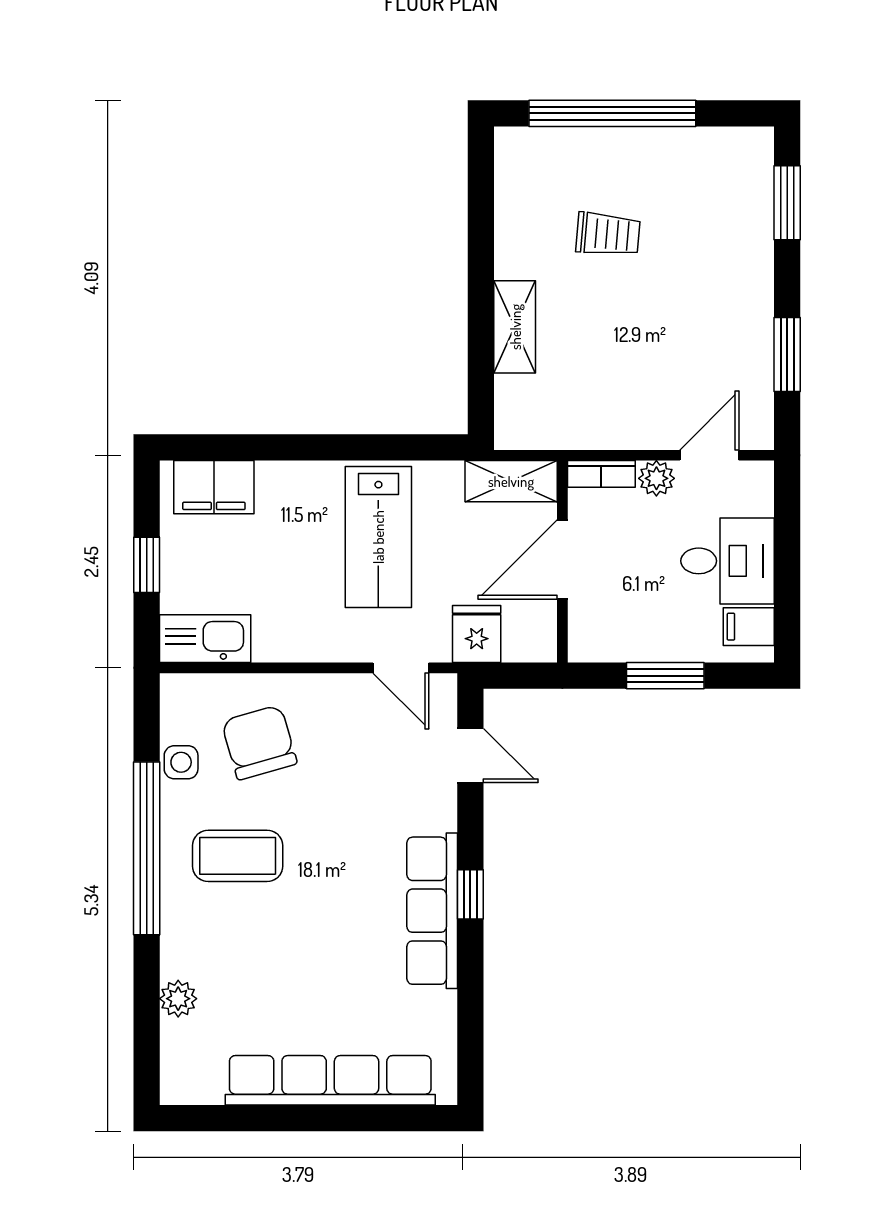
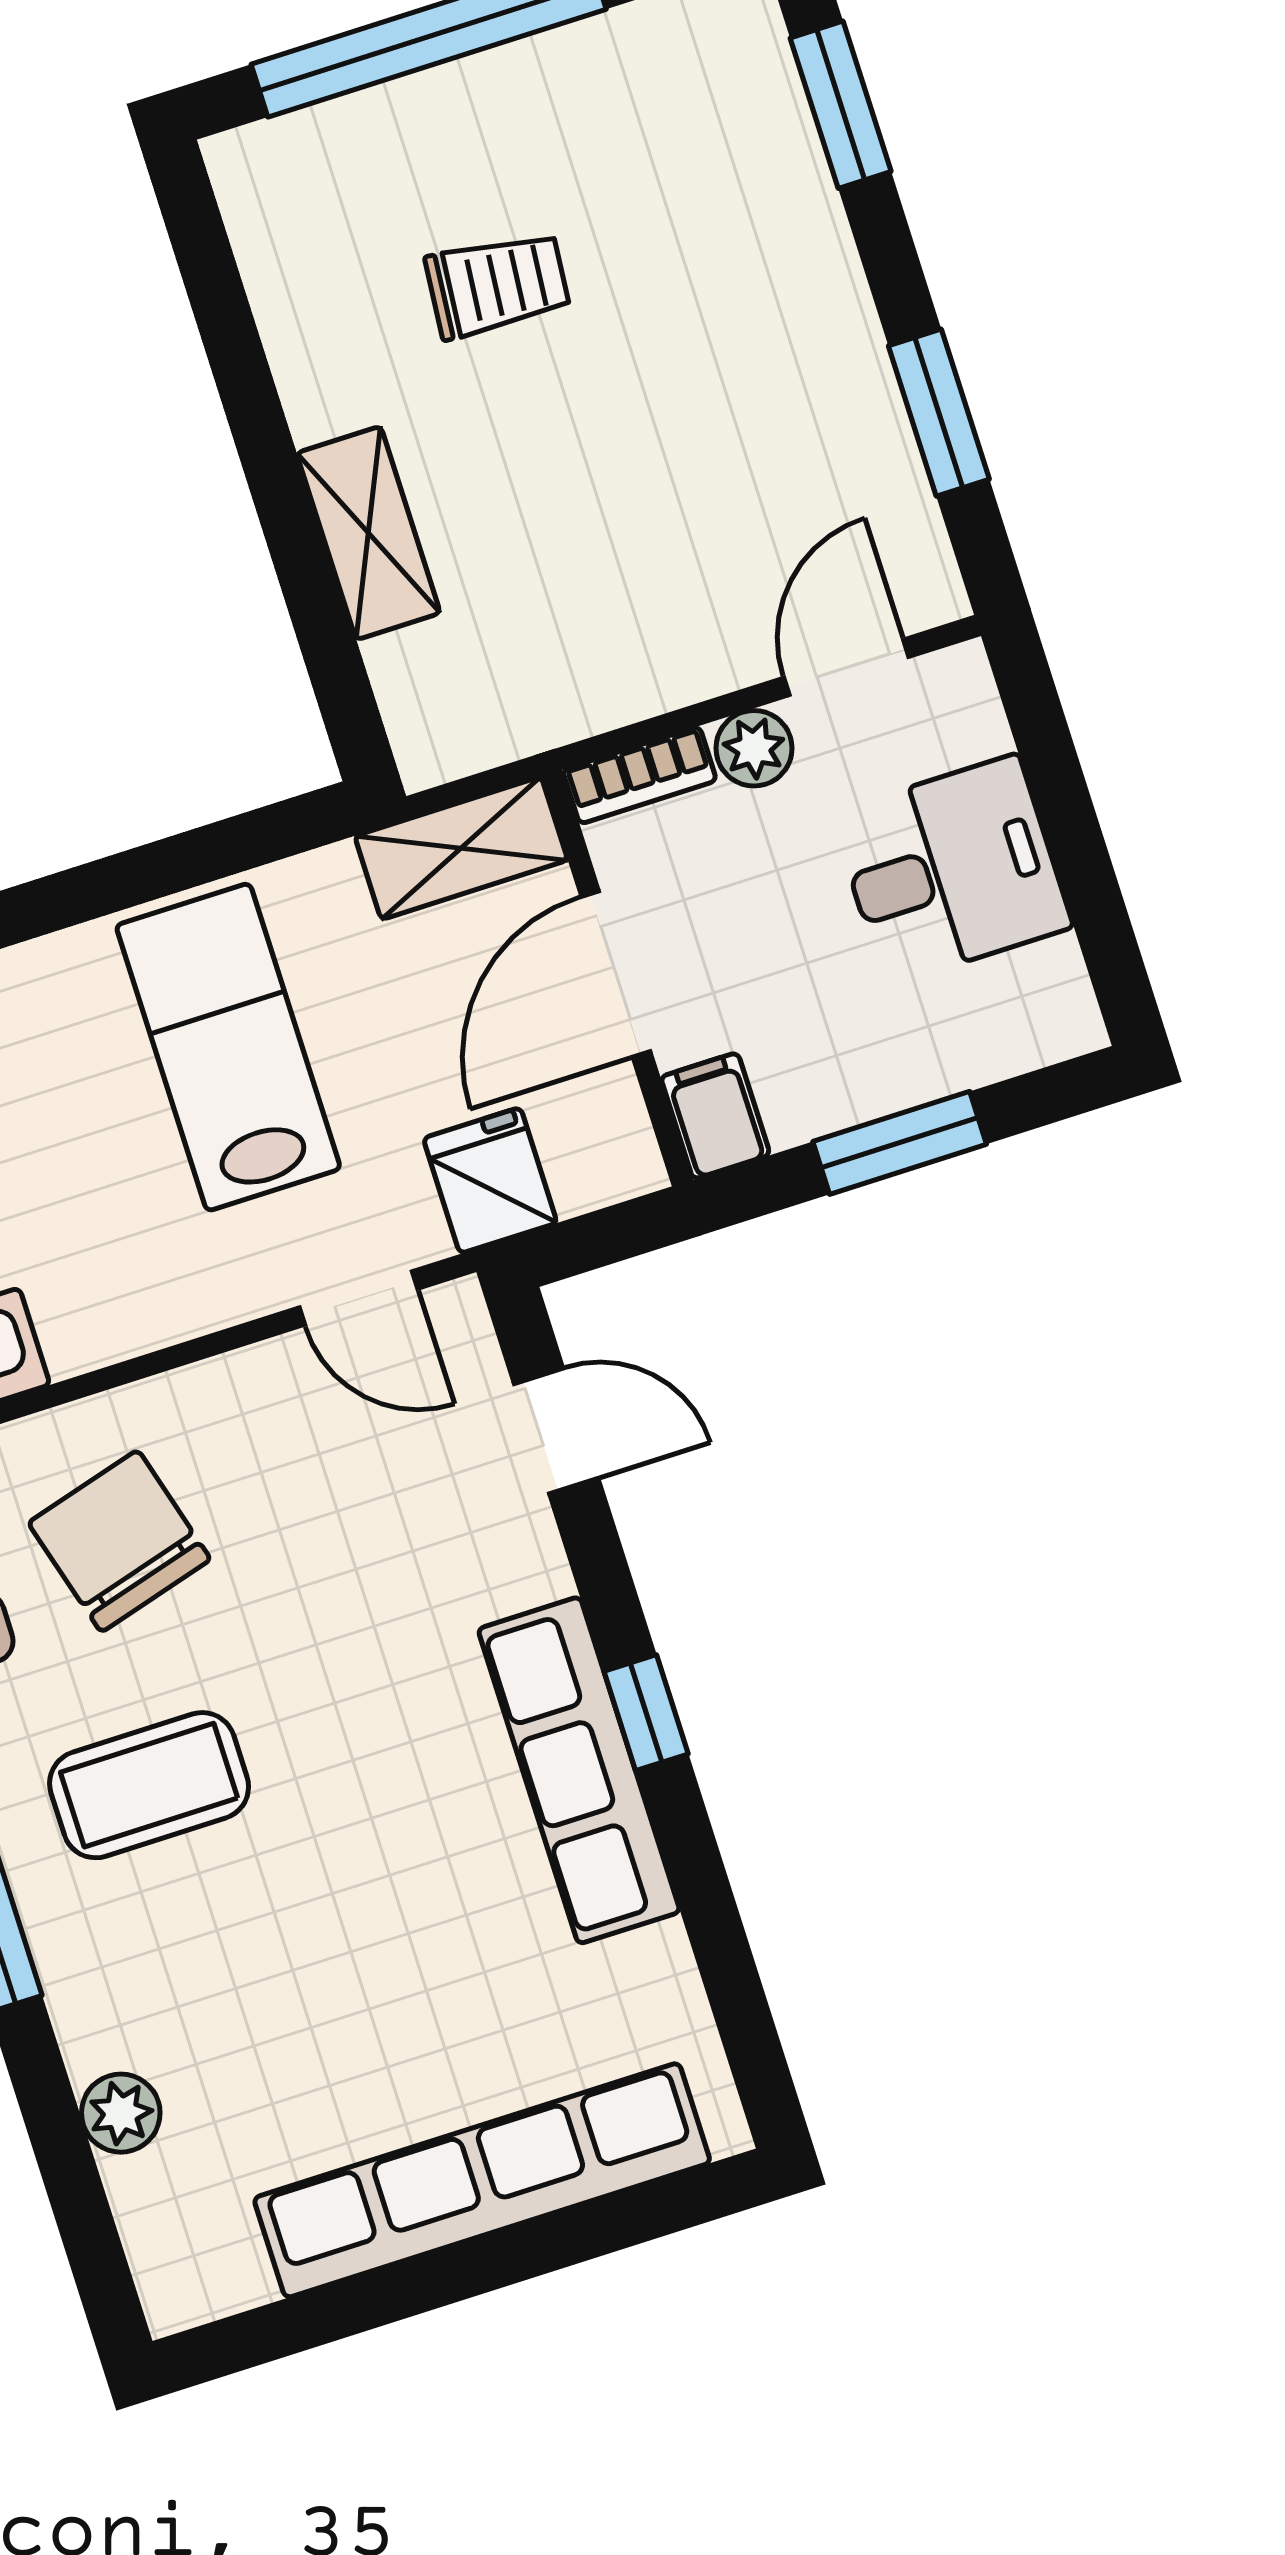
lab bench: (378, 537) -> (228, 1047), turned 180
filing cabinet: (749, 627) -> (715, 1116), moved, turned 90

